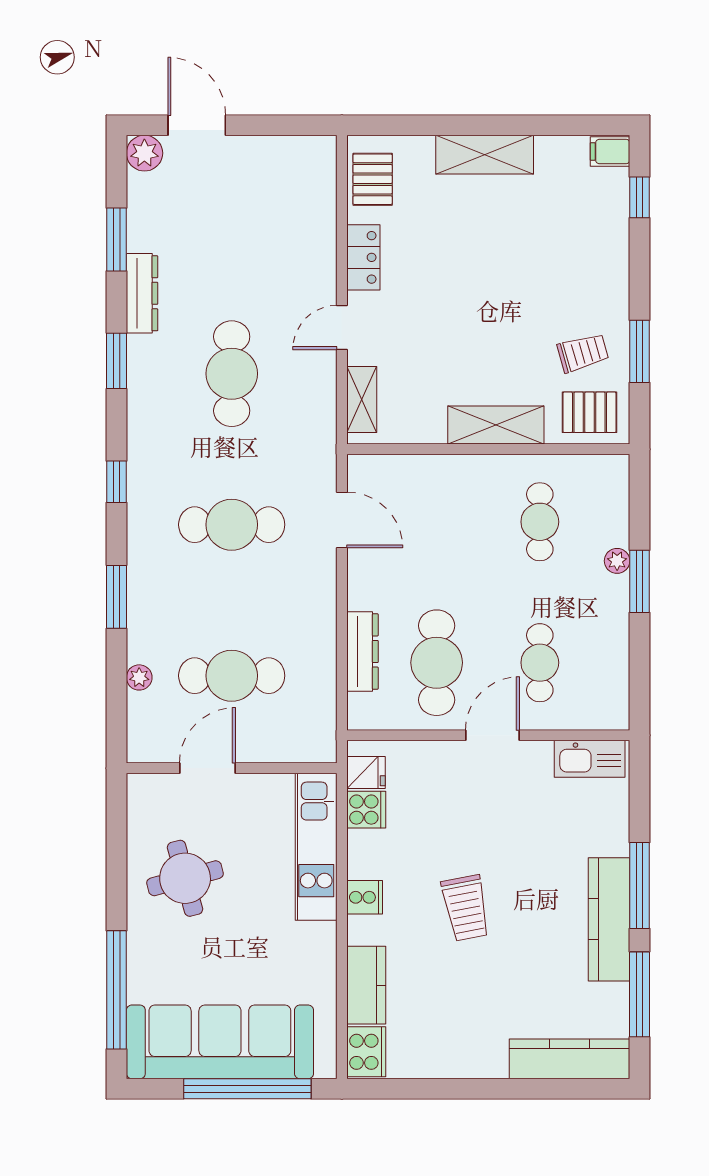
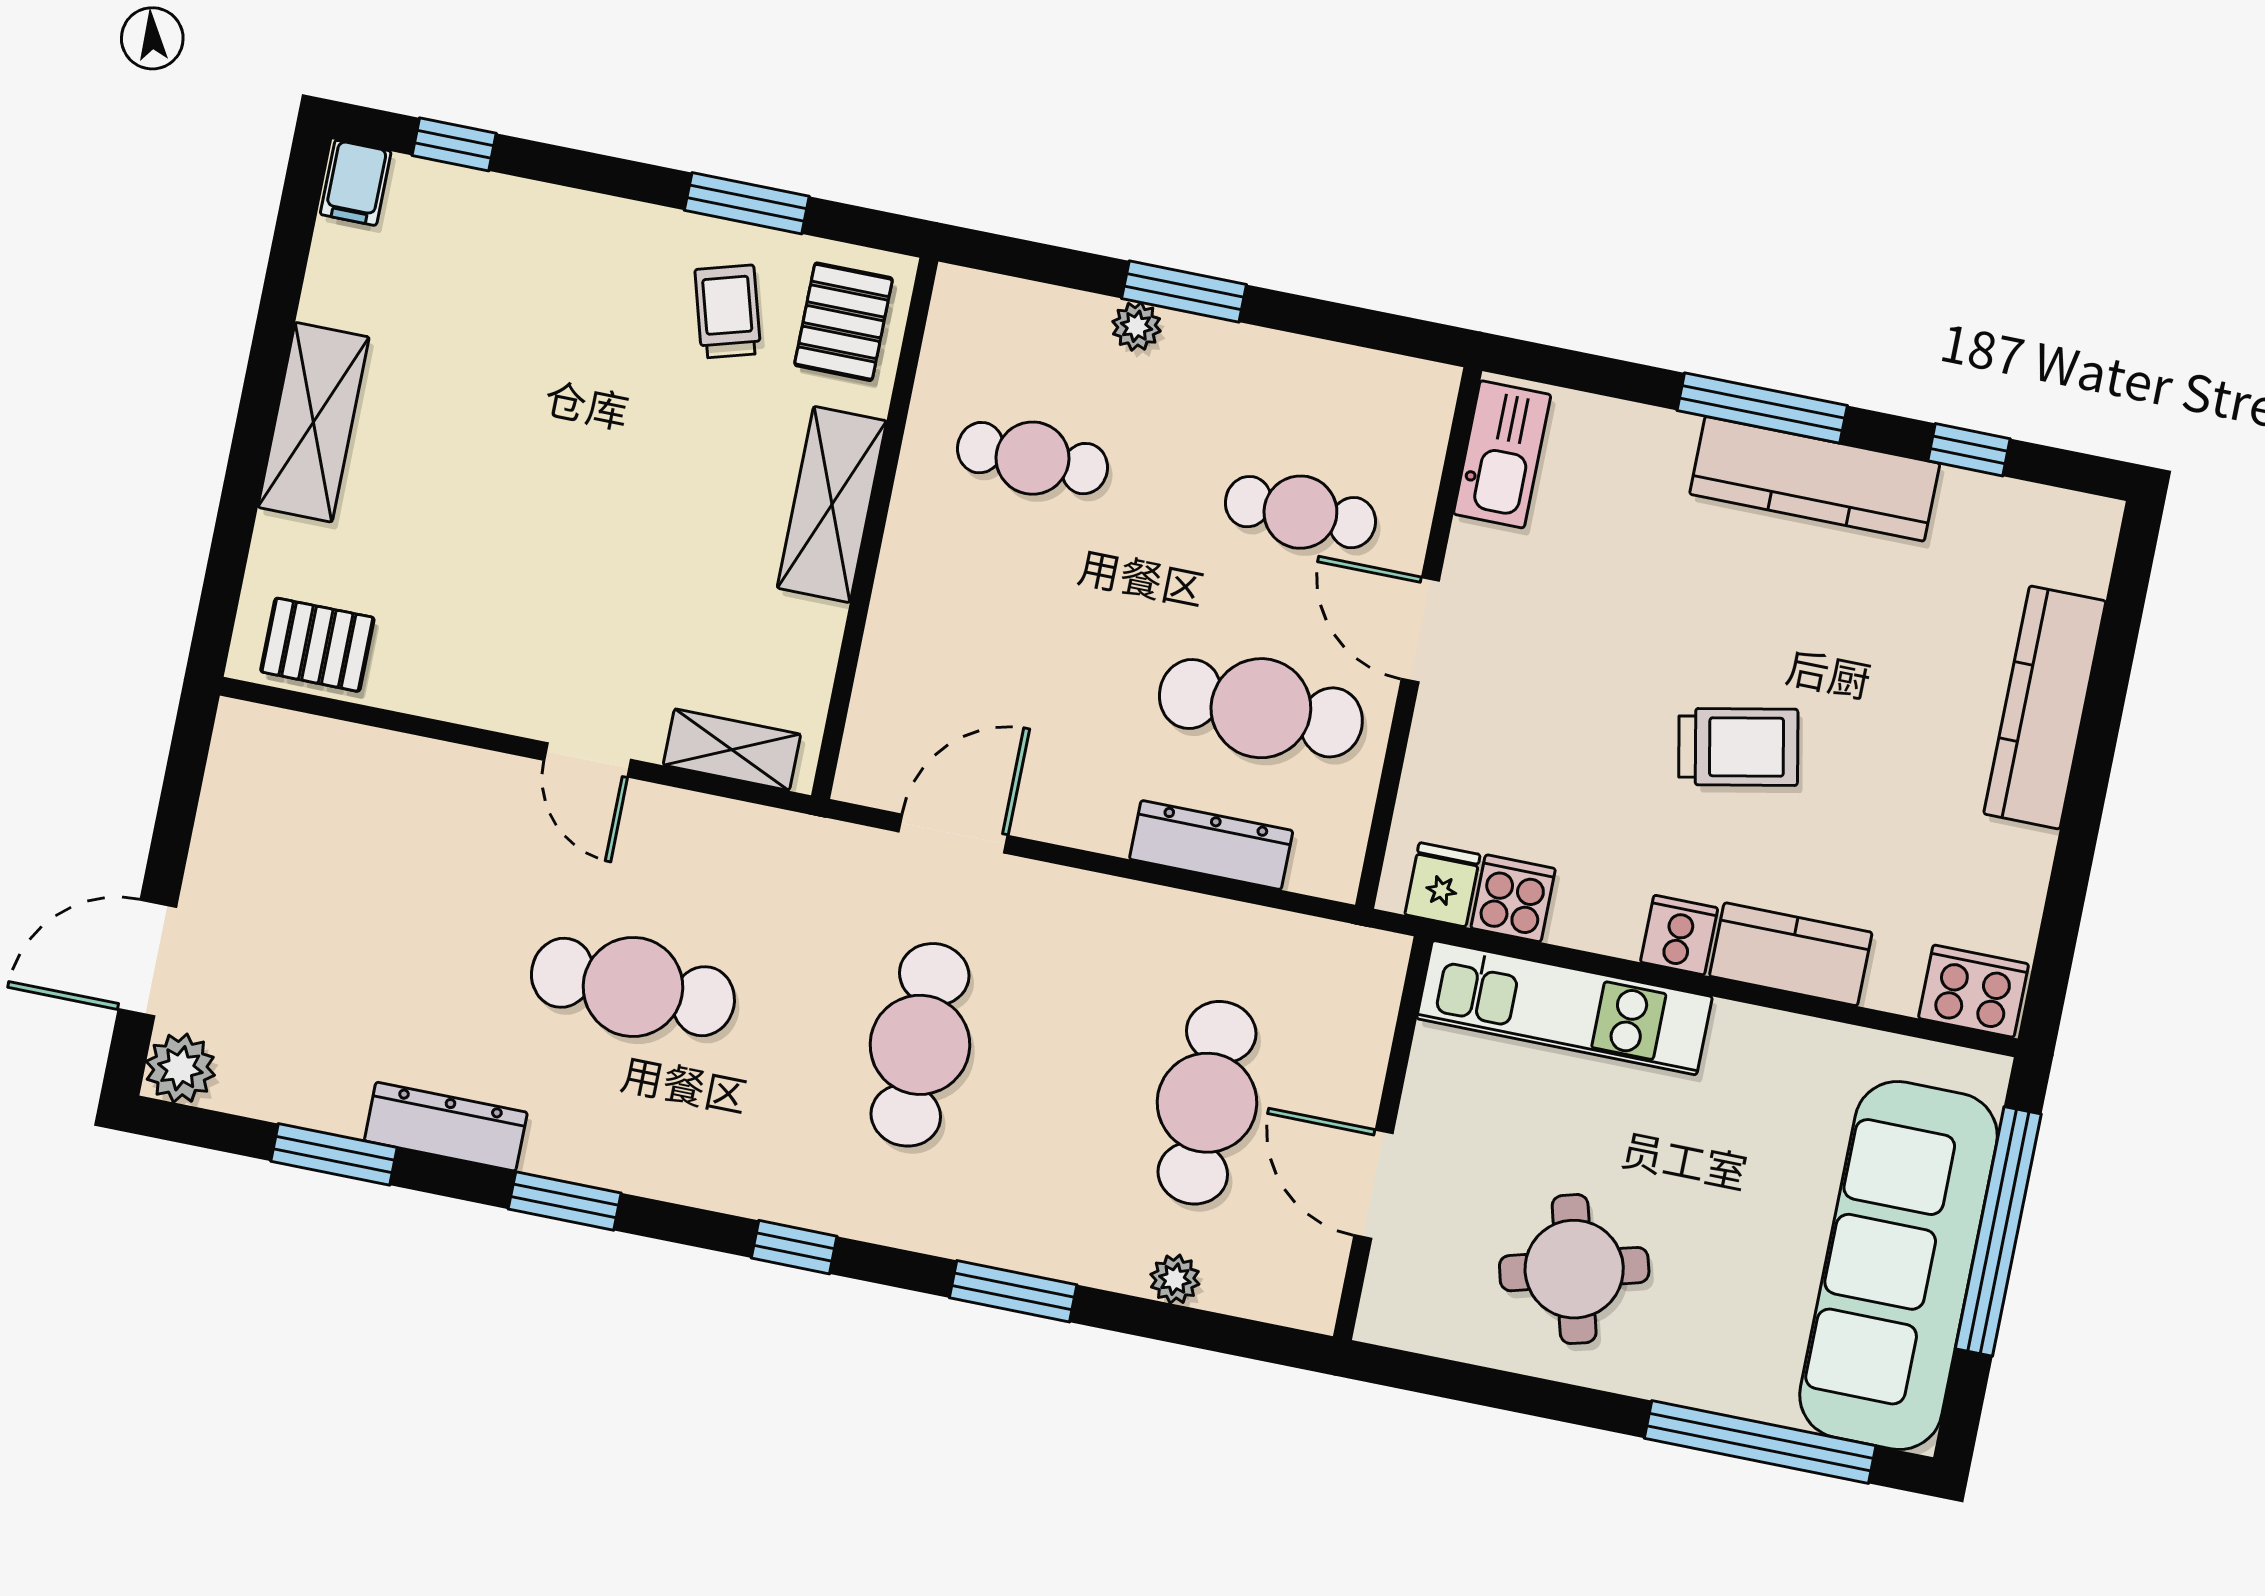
locker: (363, 257) -> (462, 692), removed
kitchen counter: (366, 985) -> (1791, 954), moved
window: (640, 994) -> (1969, 450), width x0.46
kitchen counter: (570, 1059) -> (2045, 707), moved

